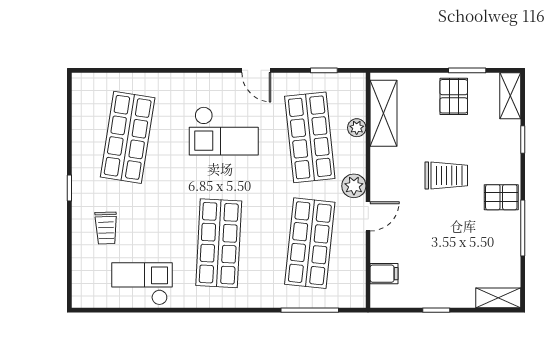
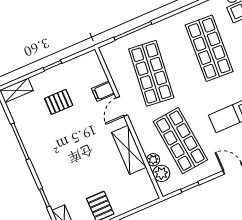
shelving: (383, 113) -> (129, 150), moved
trolley: (446, 175) -> (83, 154), removed
plant: (354, 186) -> (161, 173), moved
pallet: (501, 197) -> (59, 102), moved
filing cabinet: (384, 274) -> (103, 91), moved

